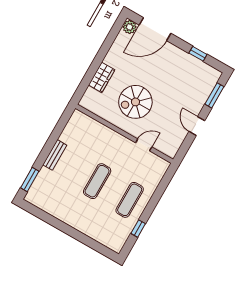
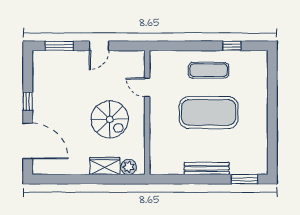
plant: (130, 27) -> (129, 167), moved
window: (198, 54) -> (28, 101), moved
bench: (55, 155) -> (207, 168), width x1.36
exercise mat: (97, 181) -> (209, 112), width x2.00, depth x1.45

